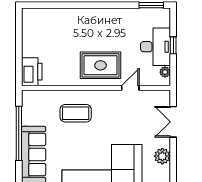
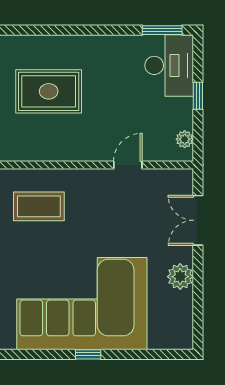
desk: (156, 47) -> (169, 65), moved
rug: (101, 65) -> (49, 91), moved

